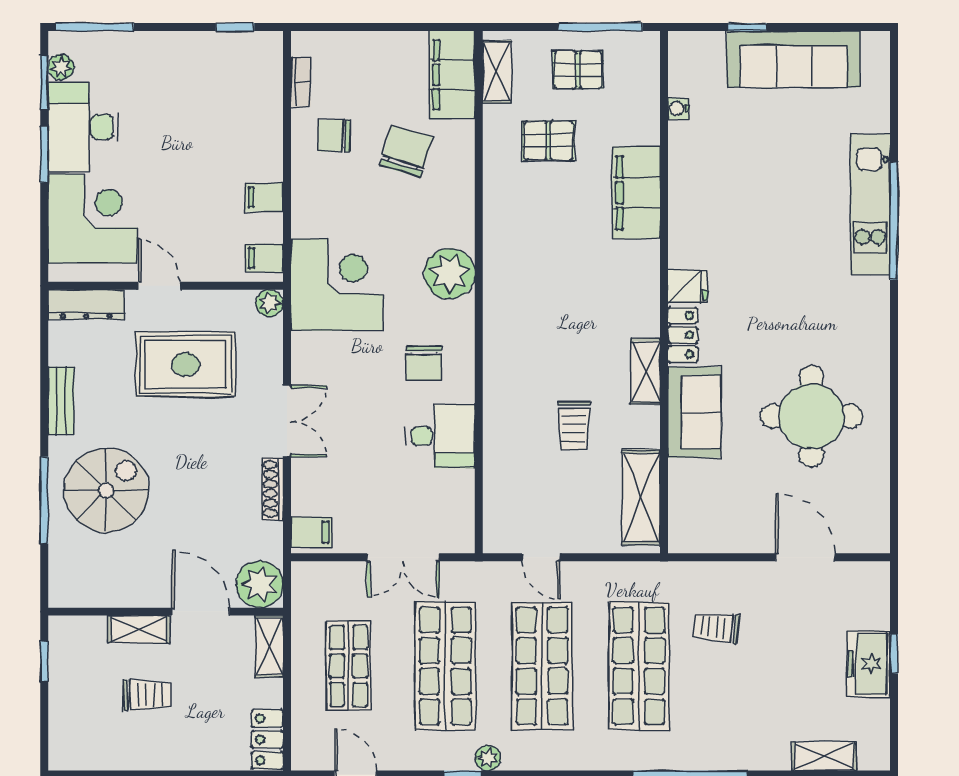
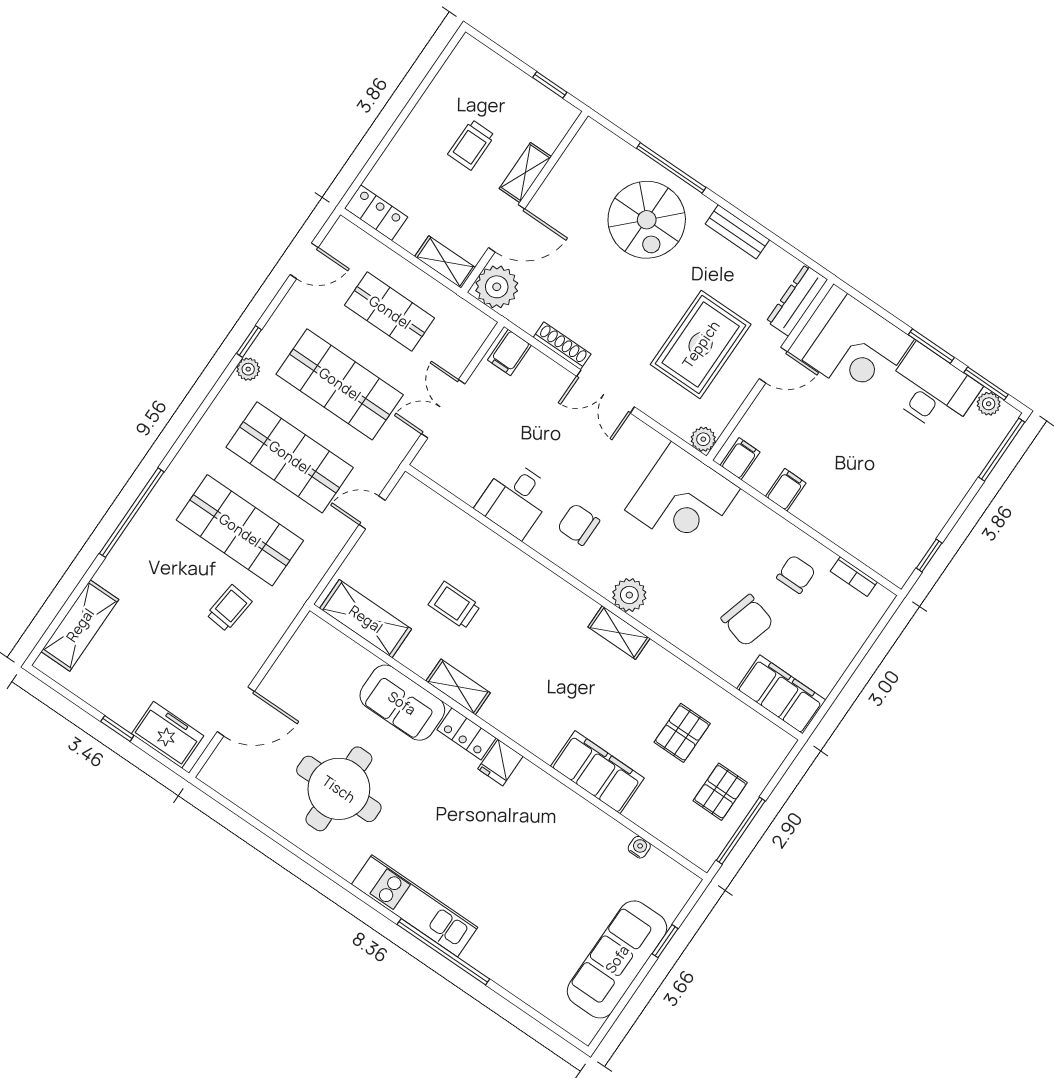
shelving: (497, 72) -> (619, 633), moved
kitchen unit: (870, 204) -> (415, 906), moved
plant: (450, 274) -> (629, 595), width x0.73, depth x0.73
freezer: (869, 664) -> (168, 735), moved
shelving: (824, 756) -> (80, 625), width x1.50, depth x1.33

